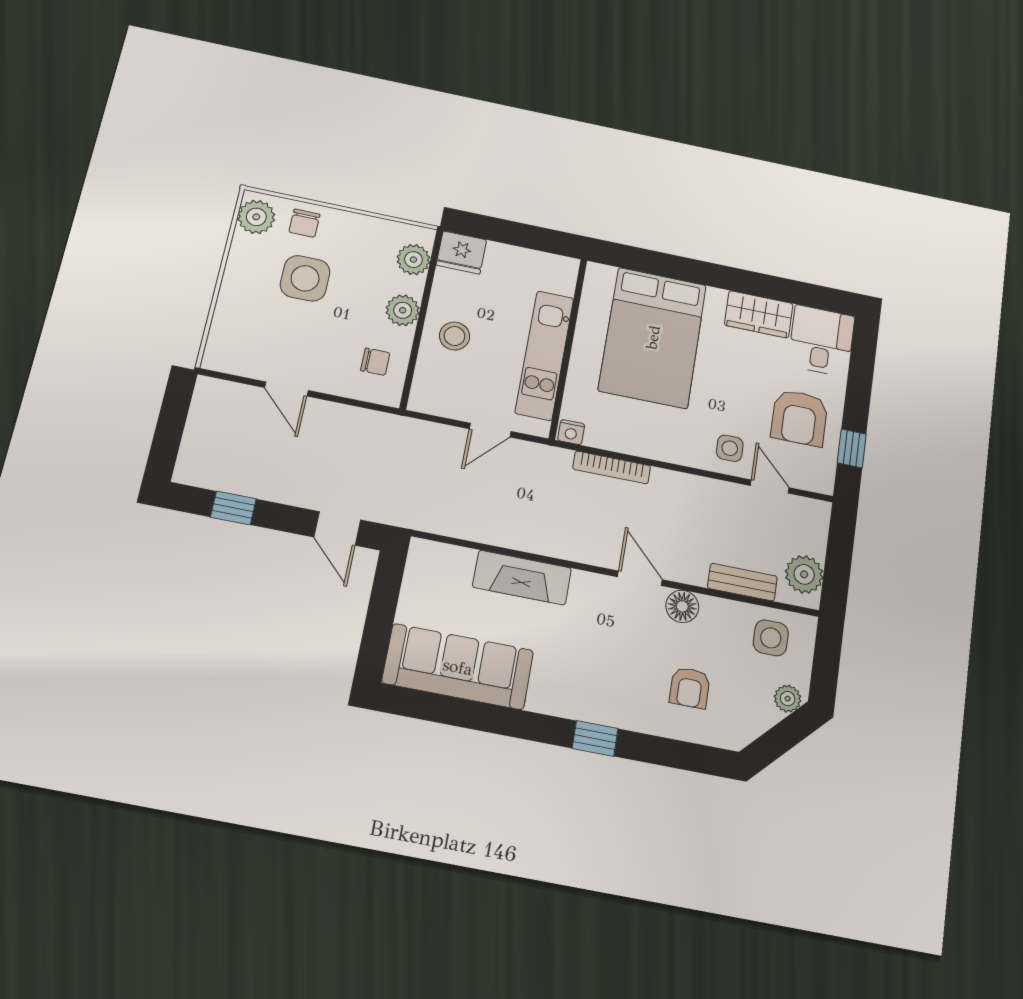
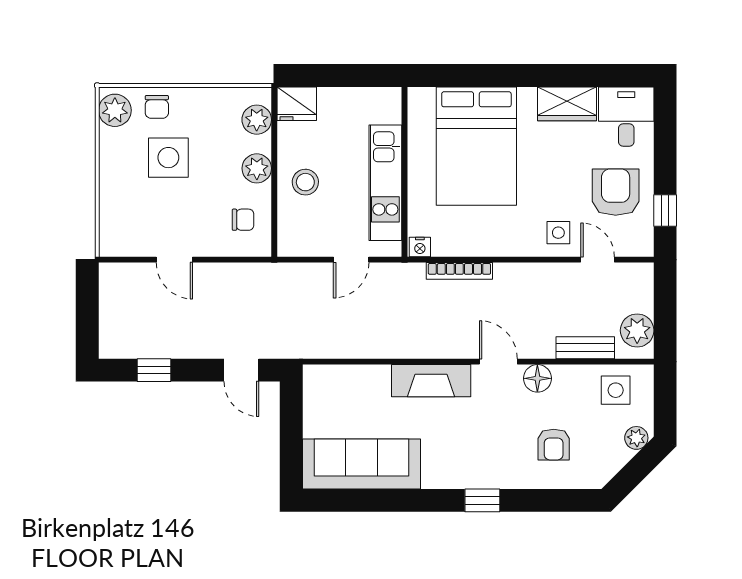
armchair: (799, 418) -> (616, 192), turned 180
fireplace: (522, 578) -> (431, 381), moved

